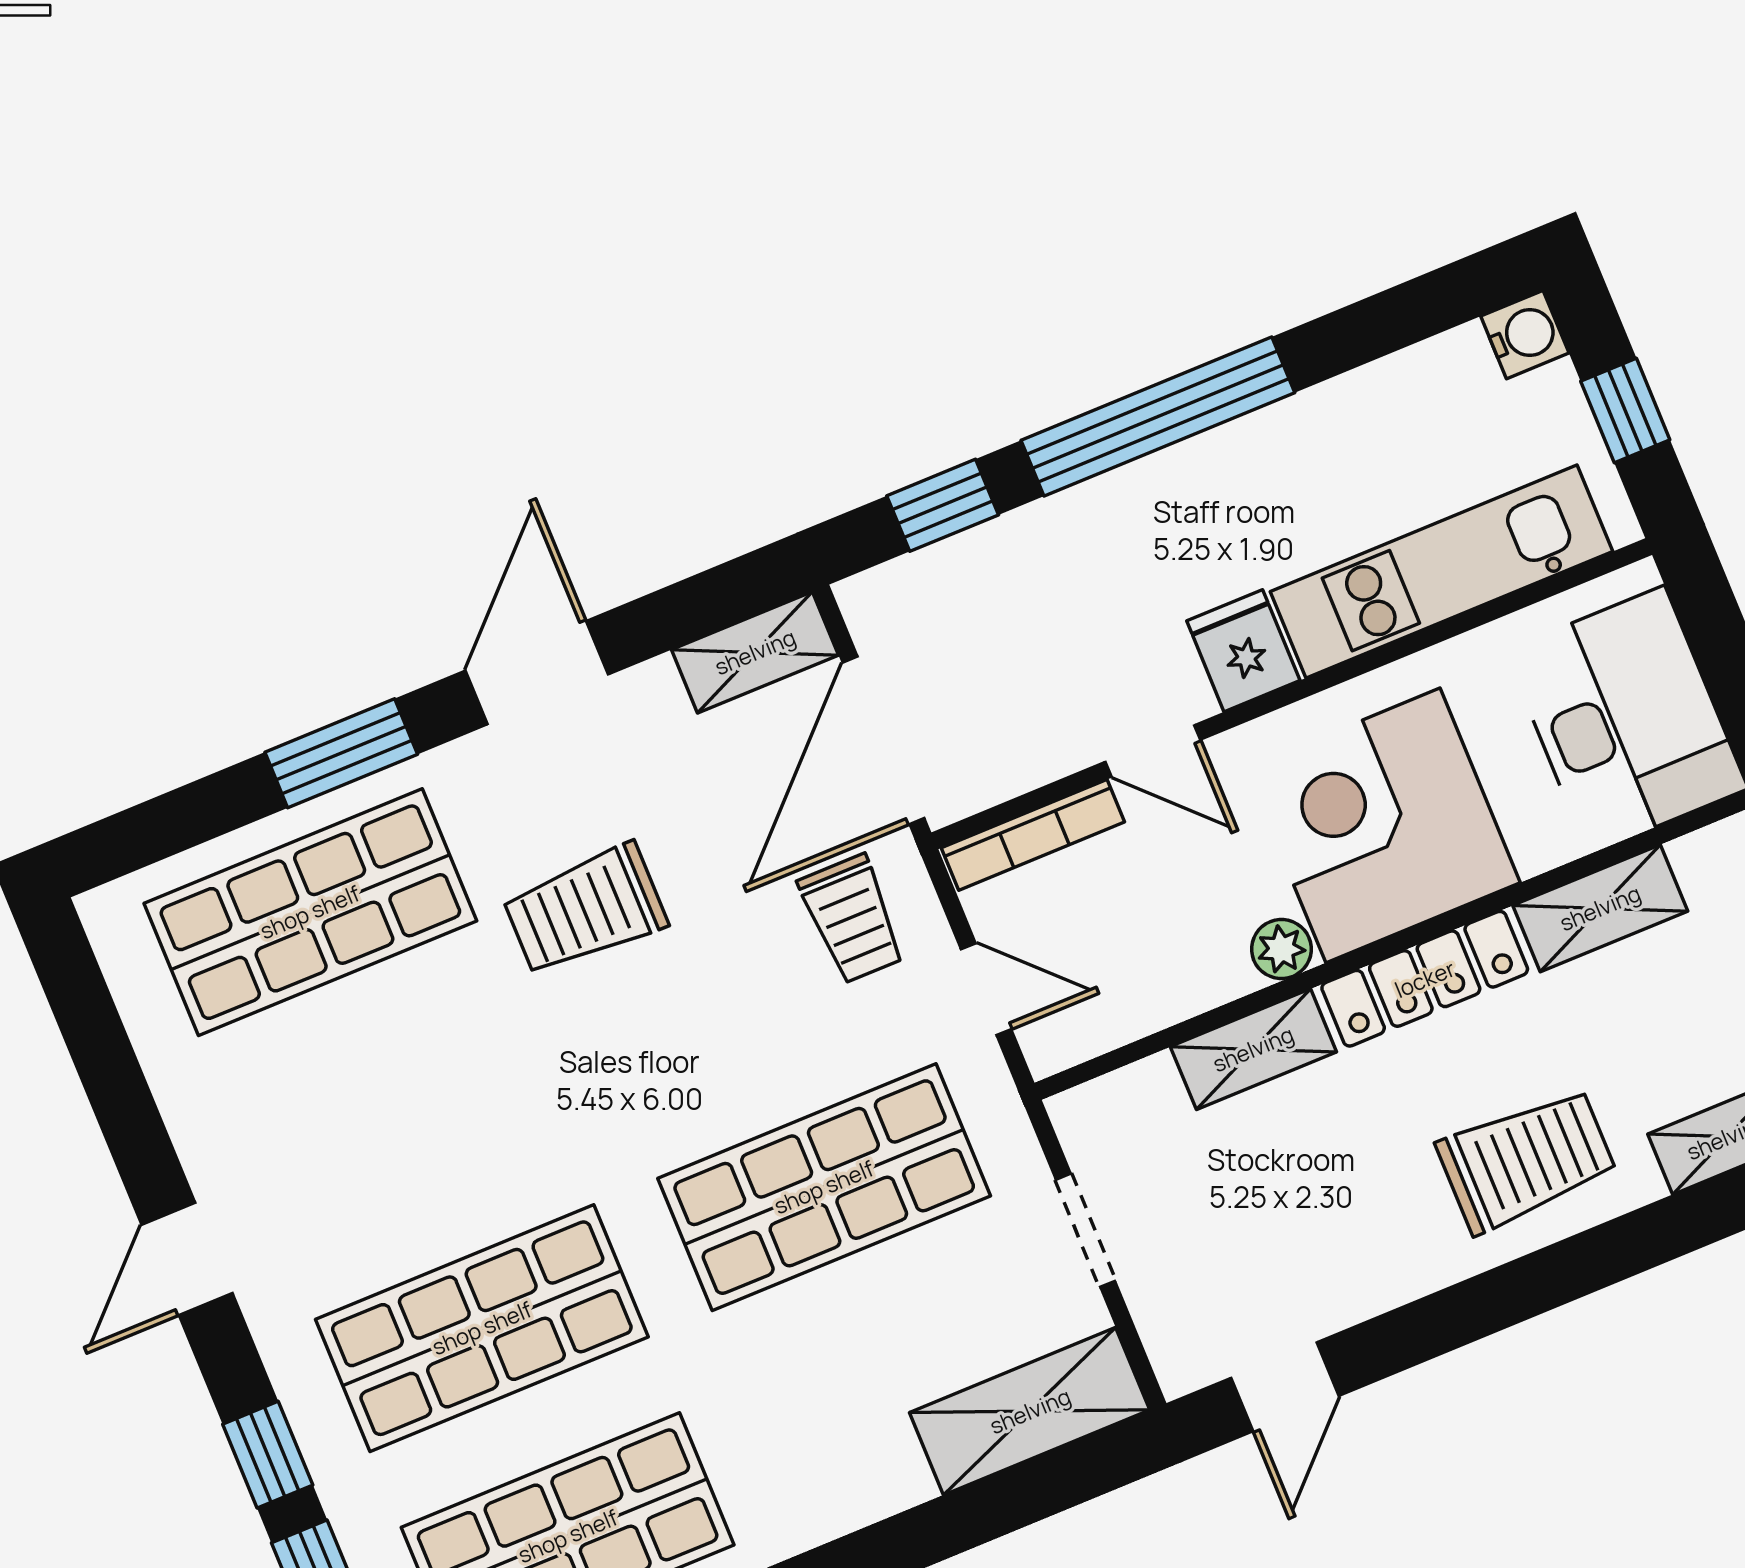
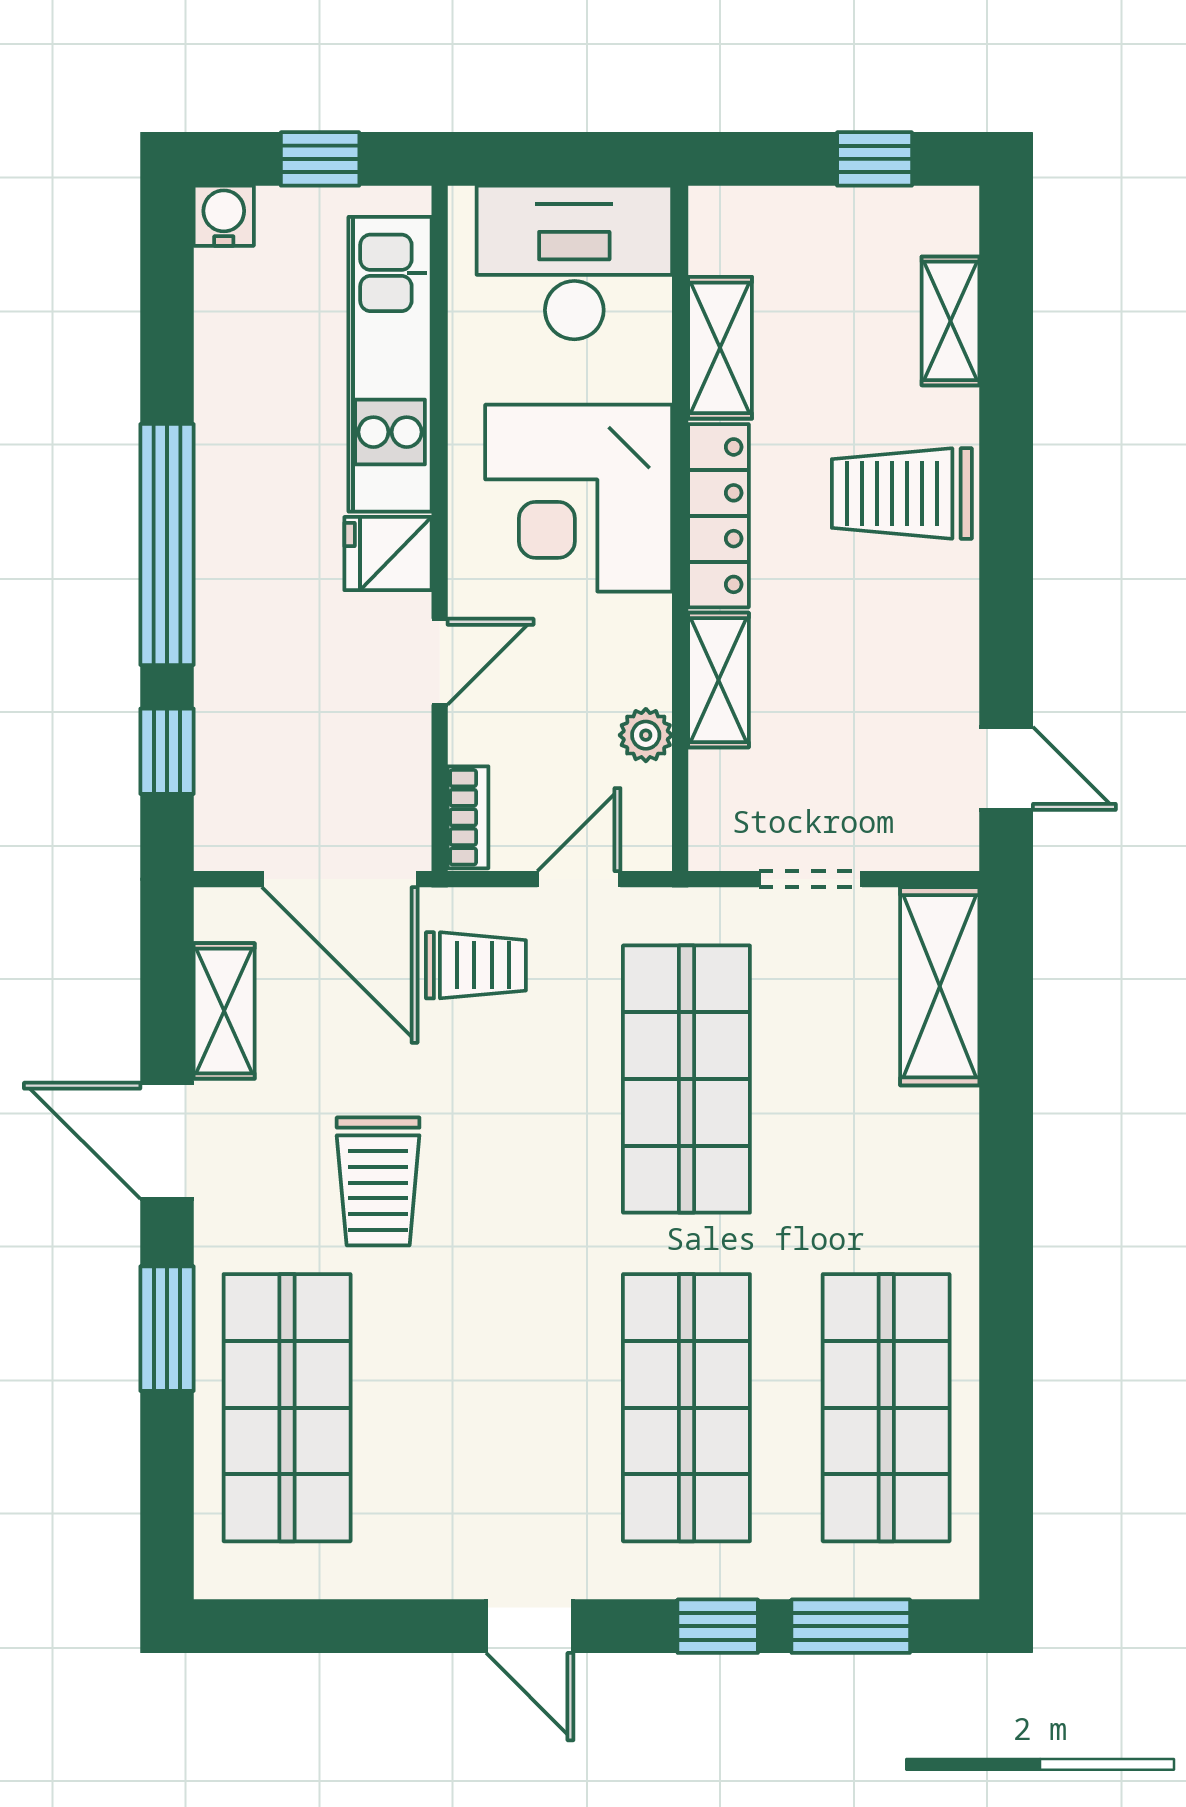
shelving: (755, 652) -> (224, 1011), moved
bookcase: (1033, 835) -> (468, 817), width x0.64
plant: (1281, 949) -> (646, 735), moved
trolley: (1527, 1160) -> (902, 493), turned -90

